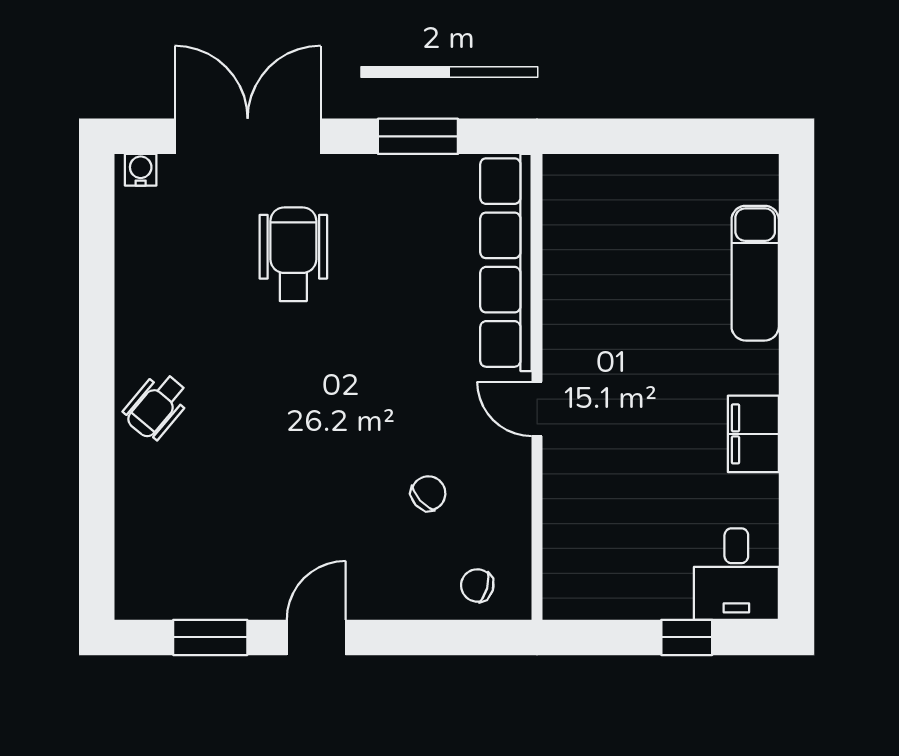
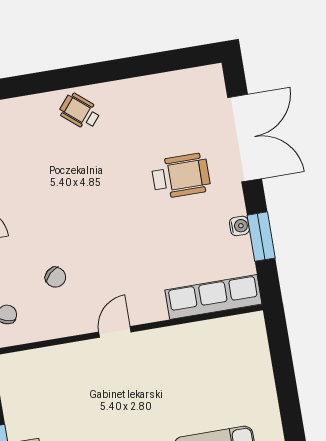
water cooler: (141, 170) -> (239, 226), moved
row of seats: (506, 263) -> (213, 297), width x0.73

